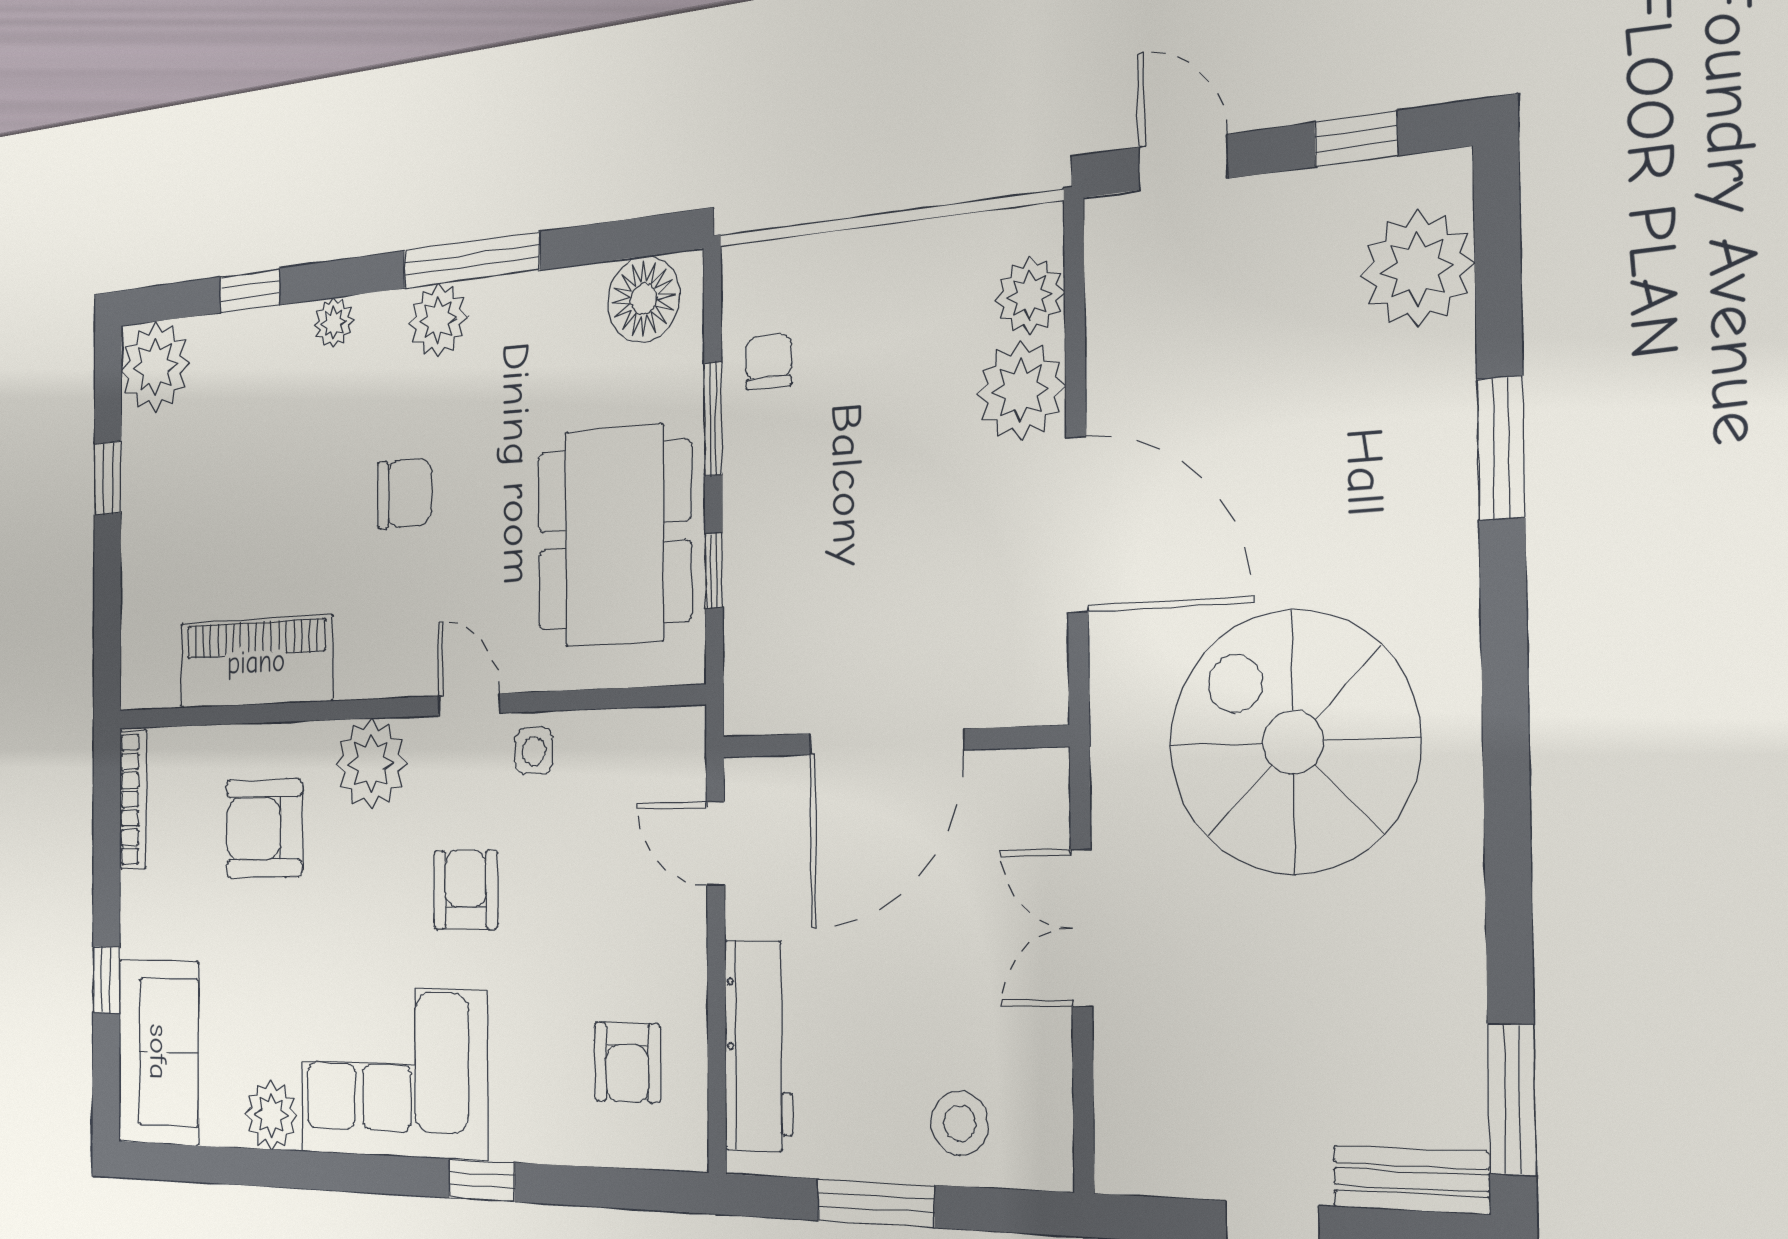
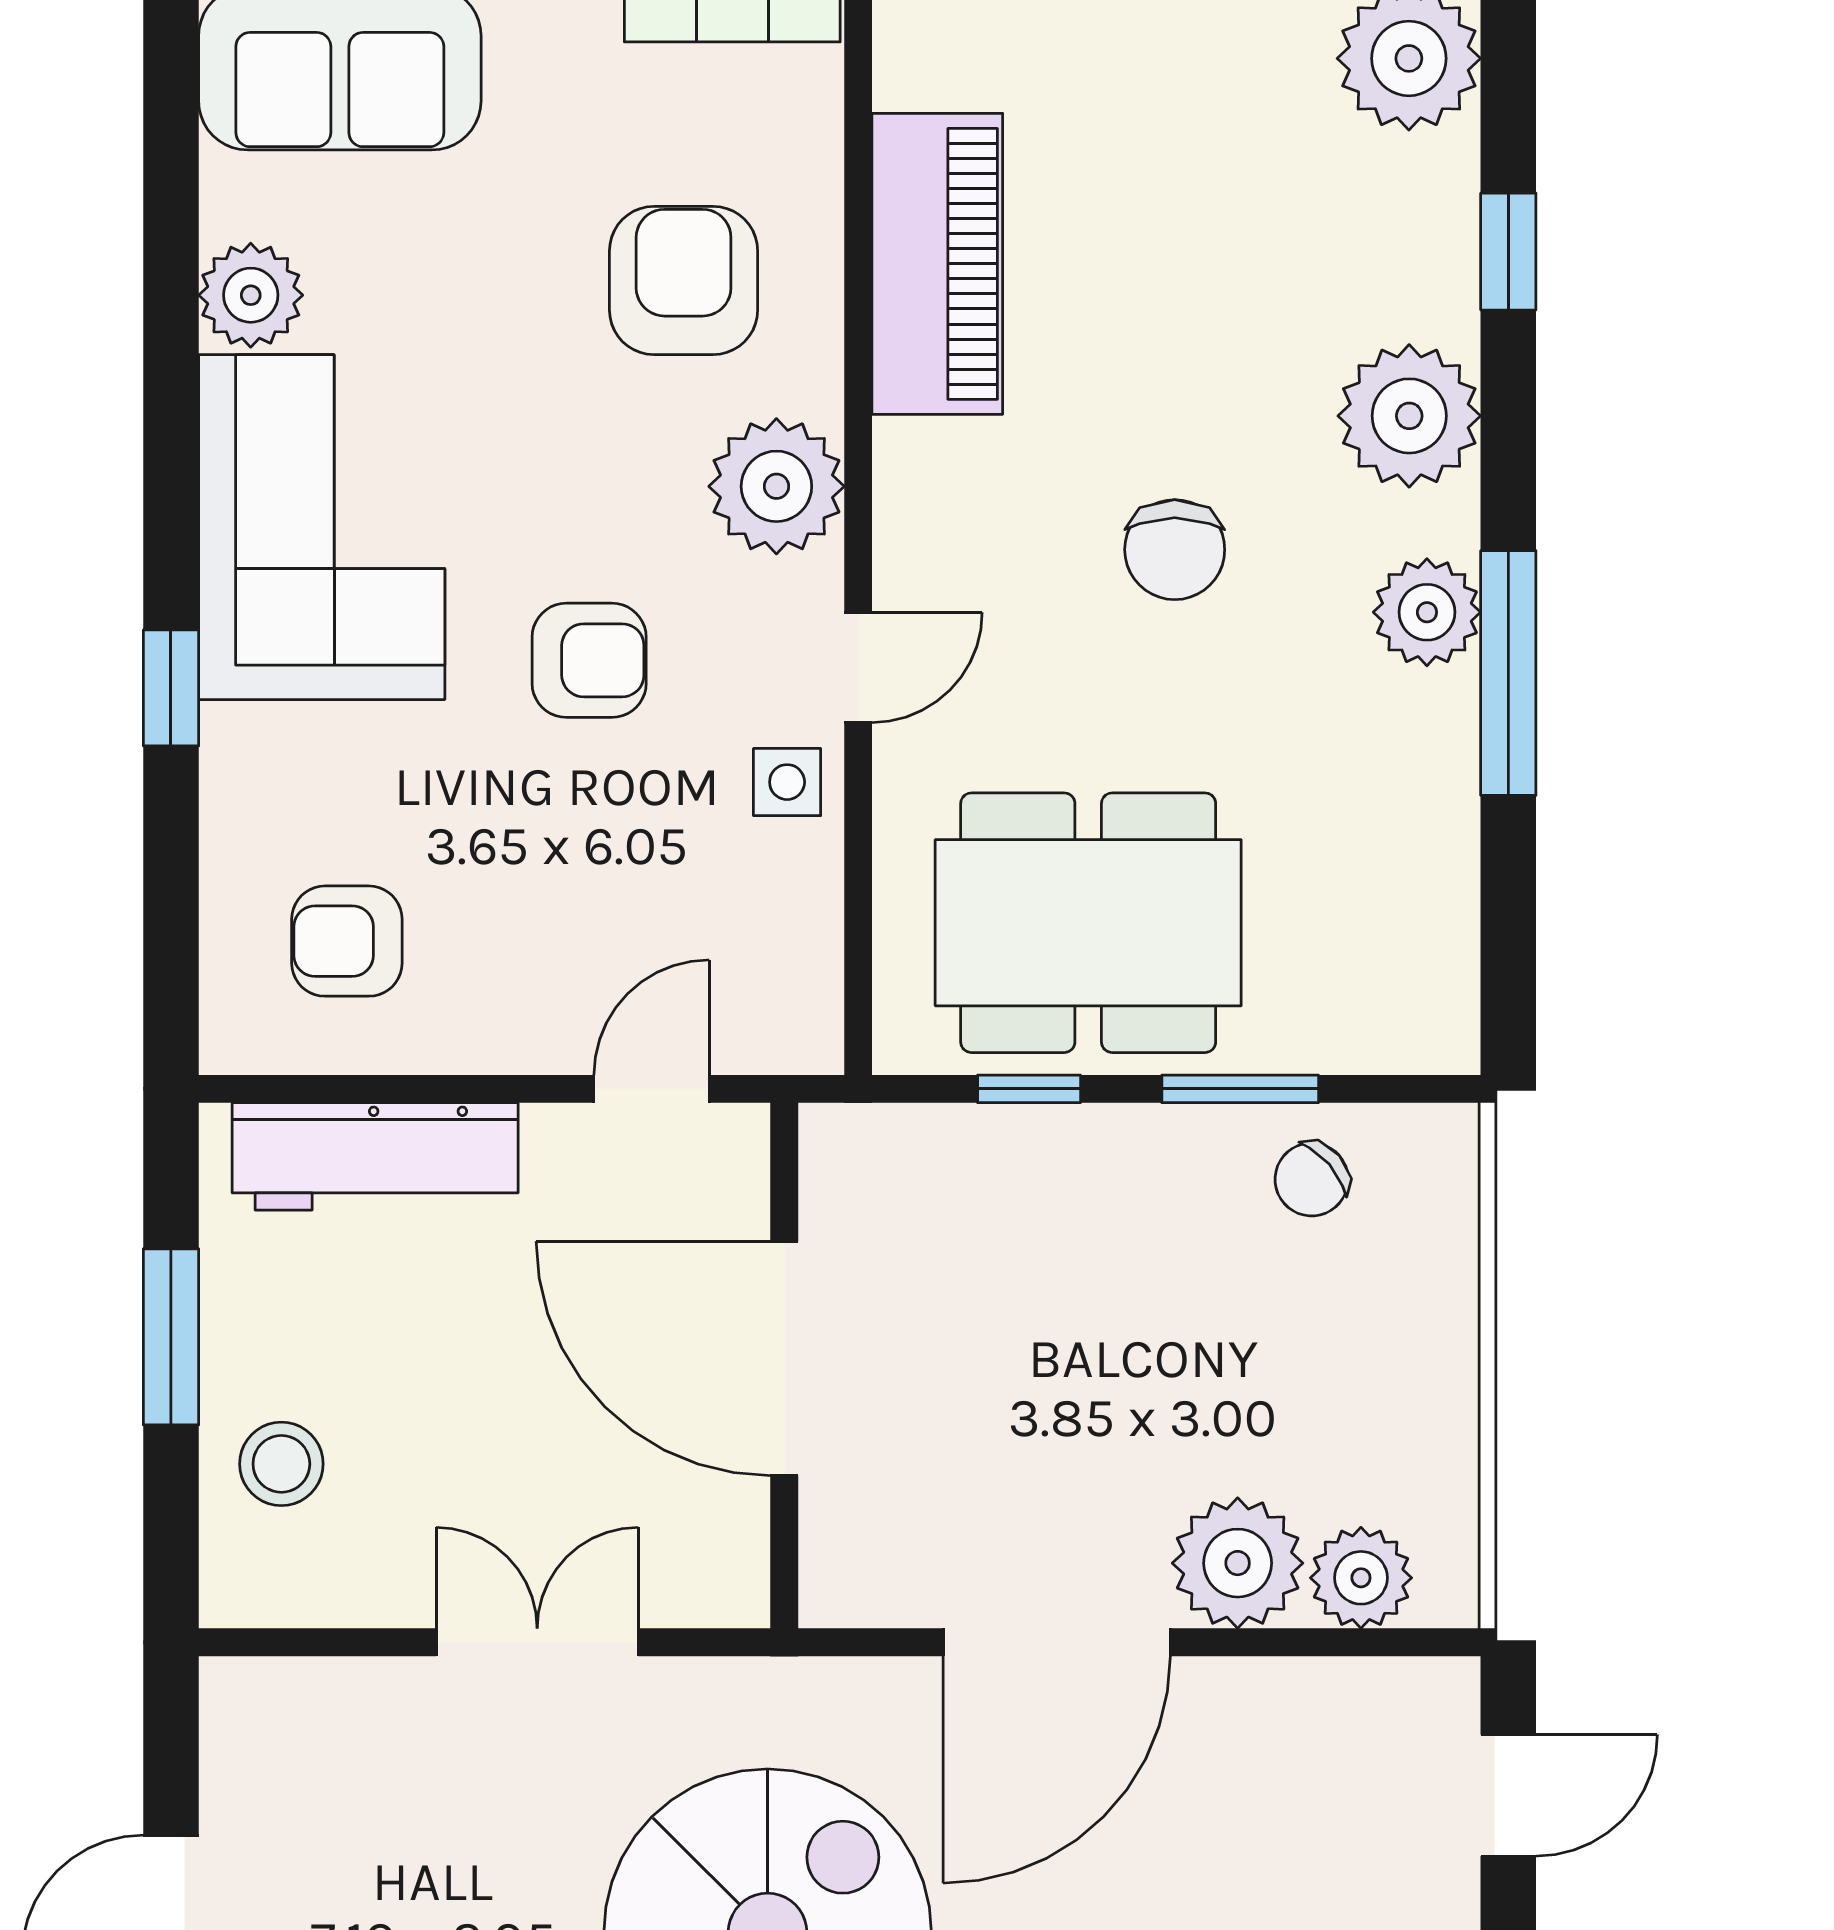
floor lamp: (644, 299) -> (1420, 974), removed
plant: (334, 323) -> (1409, 416), width x1.87, depth x1.87
chair: (769, 362) -> (1312, 1179), turned 139

